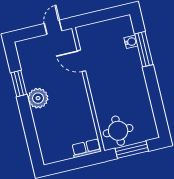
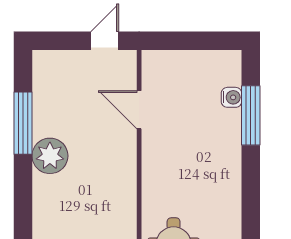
window: (19, 84) -> (23, 123), width x1.44

